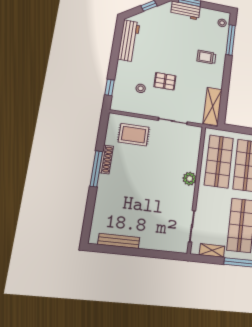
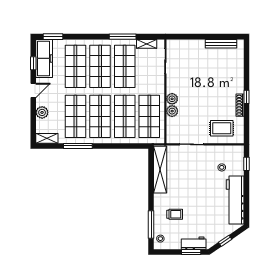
workbench: (129, 41) -> (235, 200), width x1.36, depth x1.32
trolley: (206, 57) -> (175, 214), moved
pallet: (165, 81) -> (203, 177), removed
shelving: (213, 106) -> (160, 170), width x1.47
plant: (191, 164) -> (172, 111), added
window: (96, 169) -> (247, 97), width x0.46

